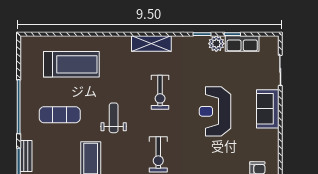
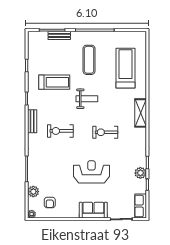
shelving: (151, 43) -> (141, 113), moved
row of seats: (242, 43) -> (141, 206), moved
treadmill: (71, 64) -> (125, 68), turned 180

